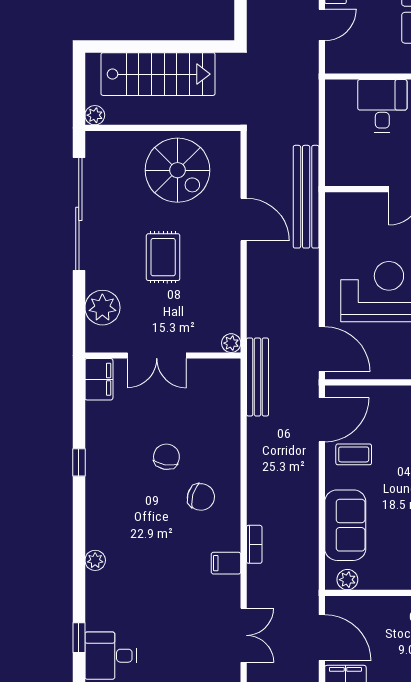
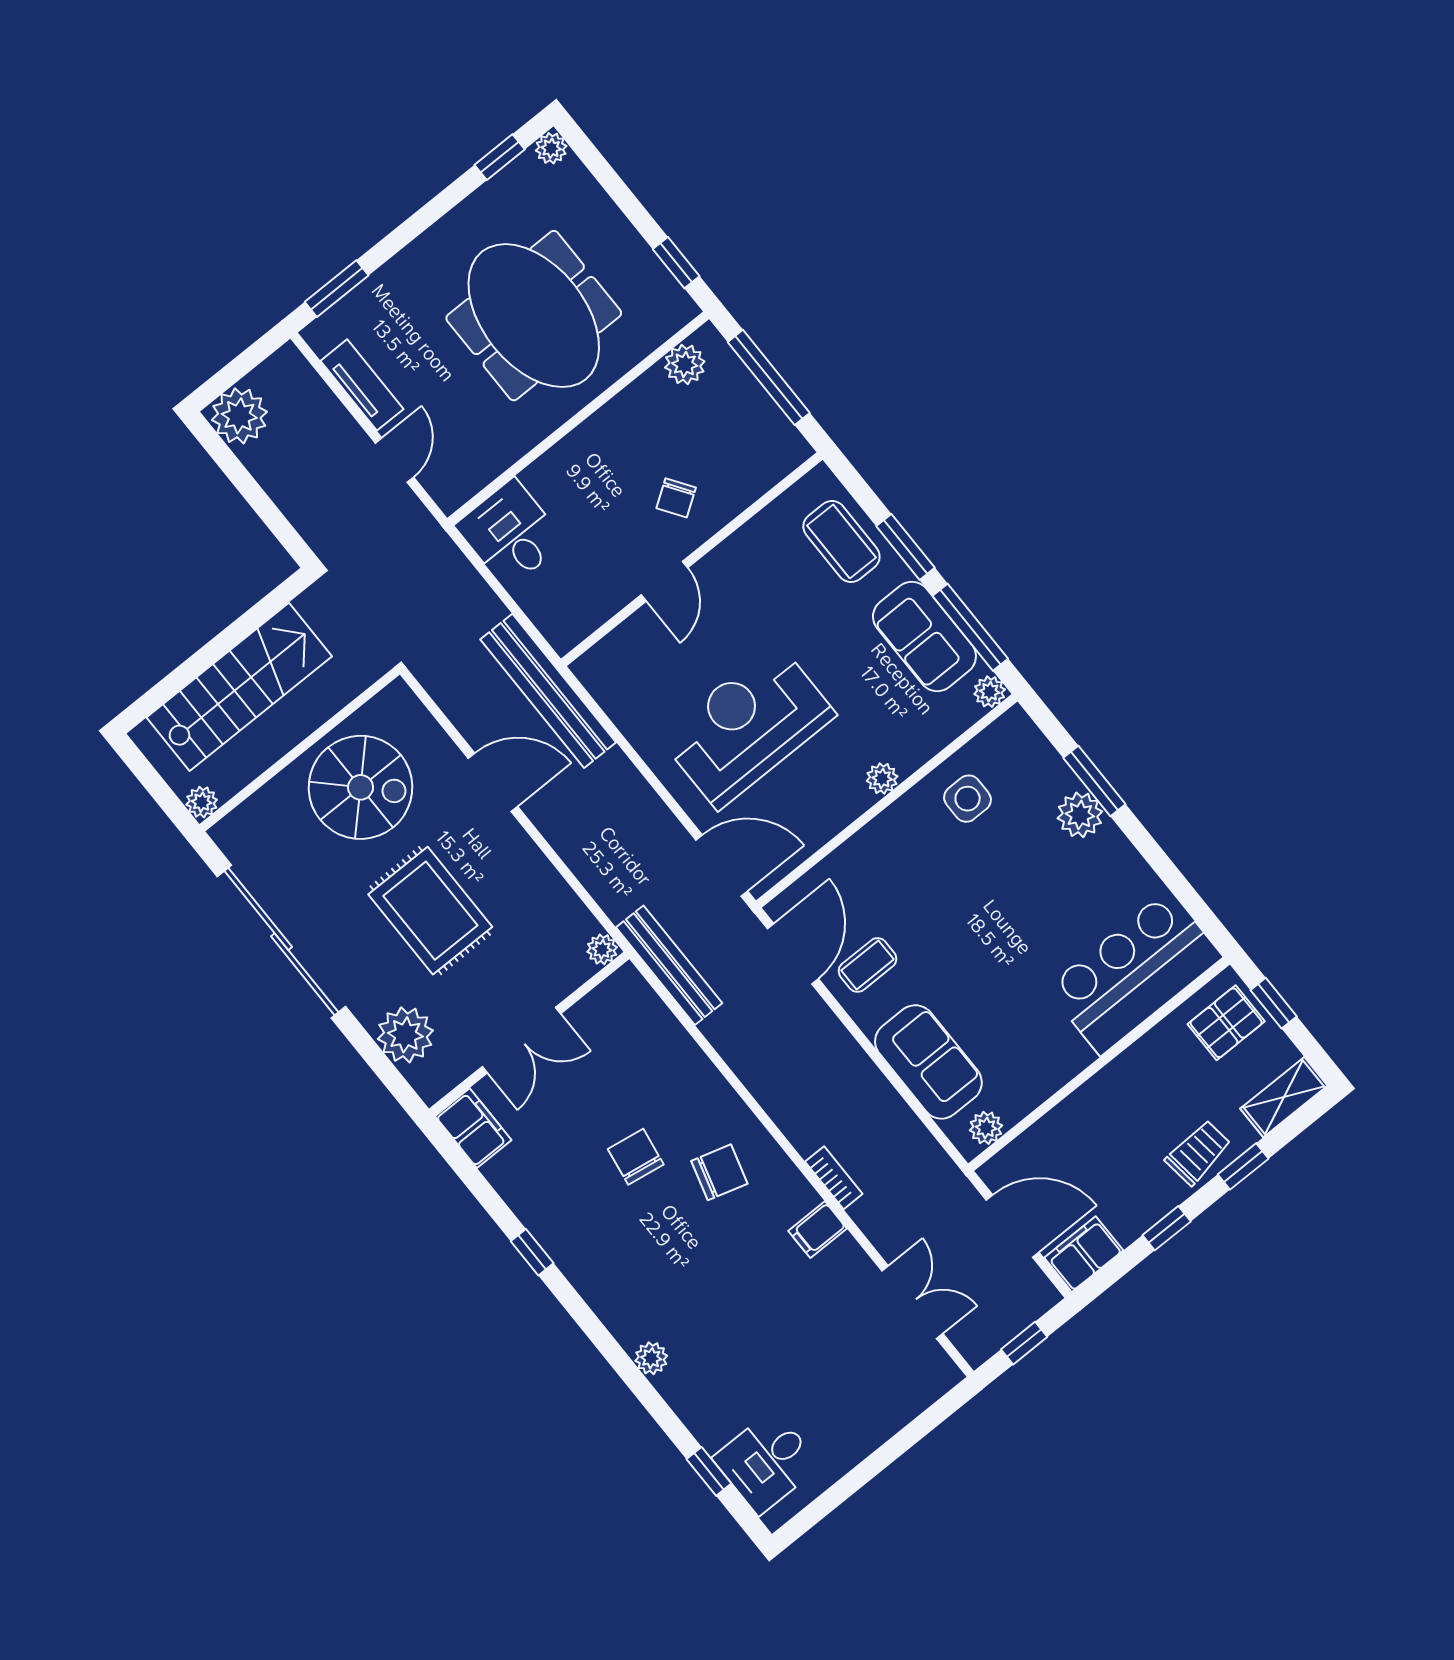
desk: (382, 106) -> (511, 534), moved
rug: (163, 257) -> (430, 911), width x1.36, depth x1.43

